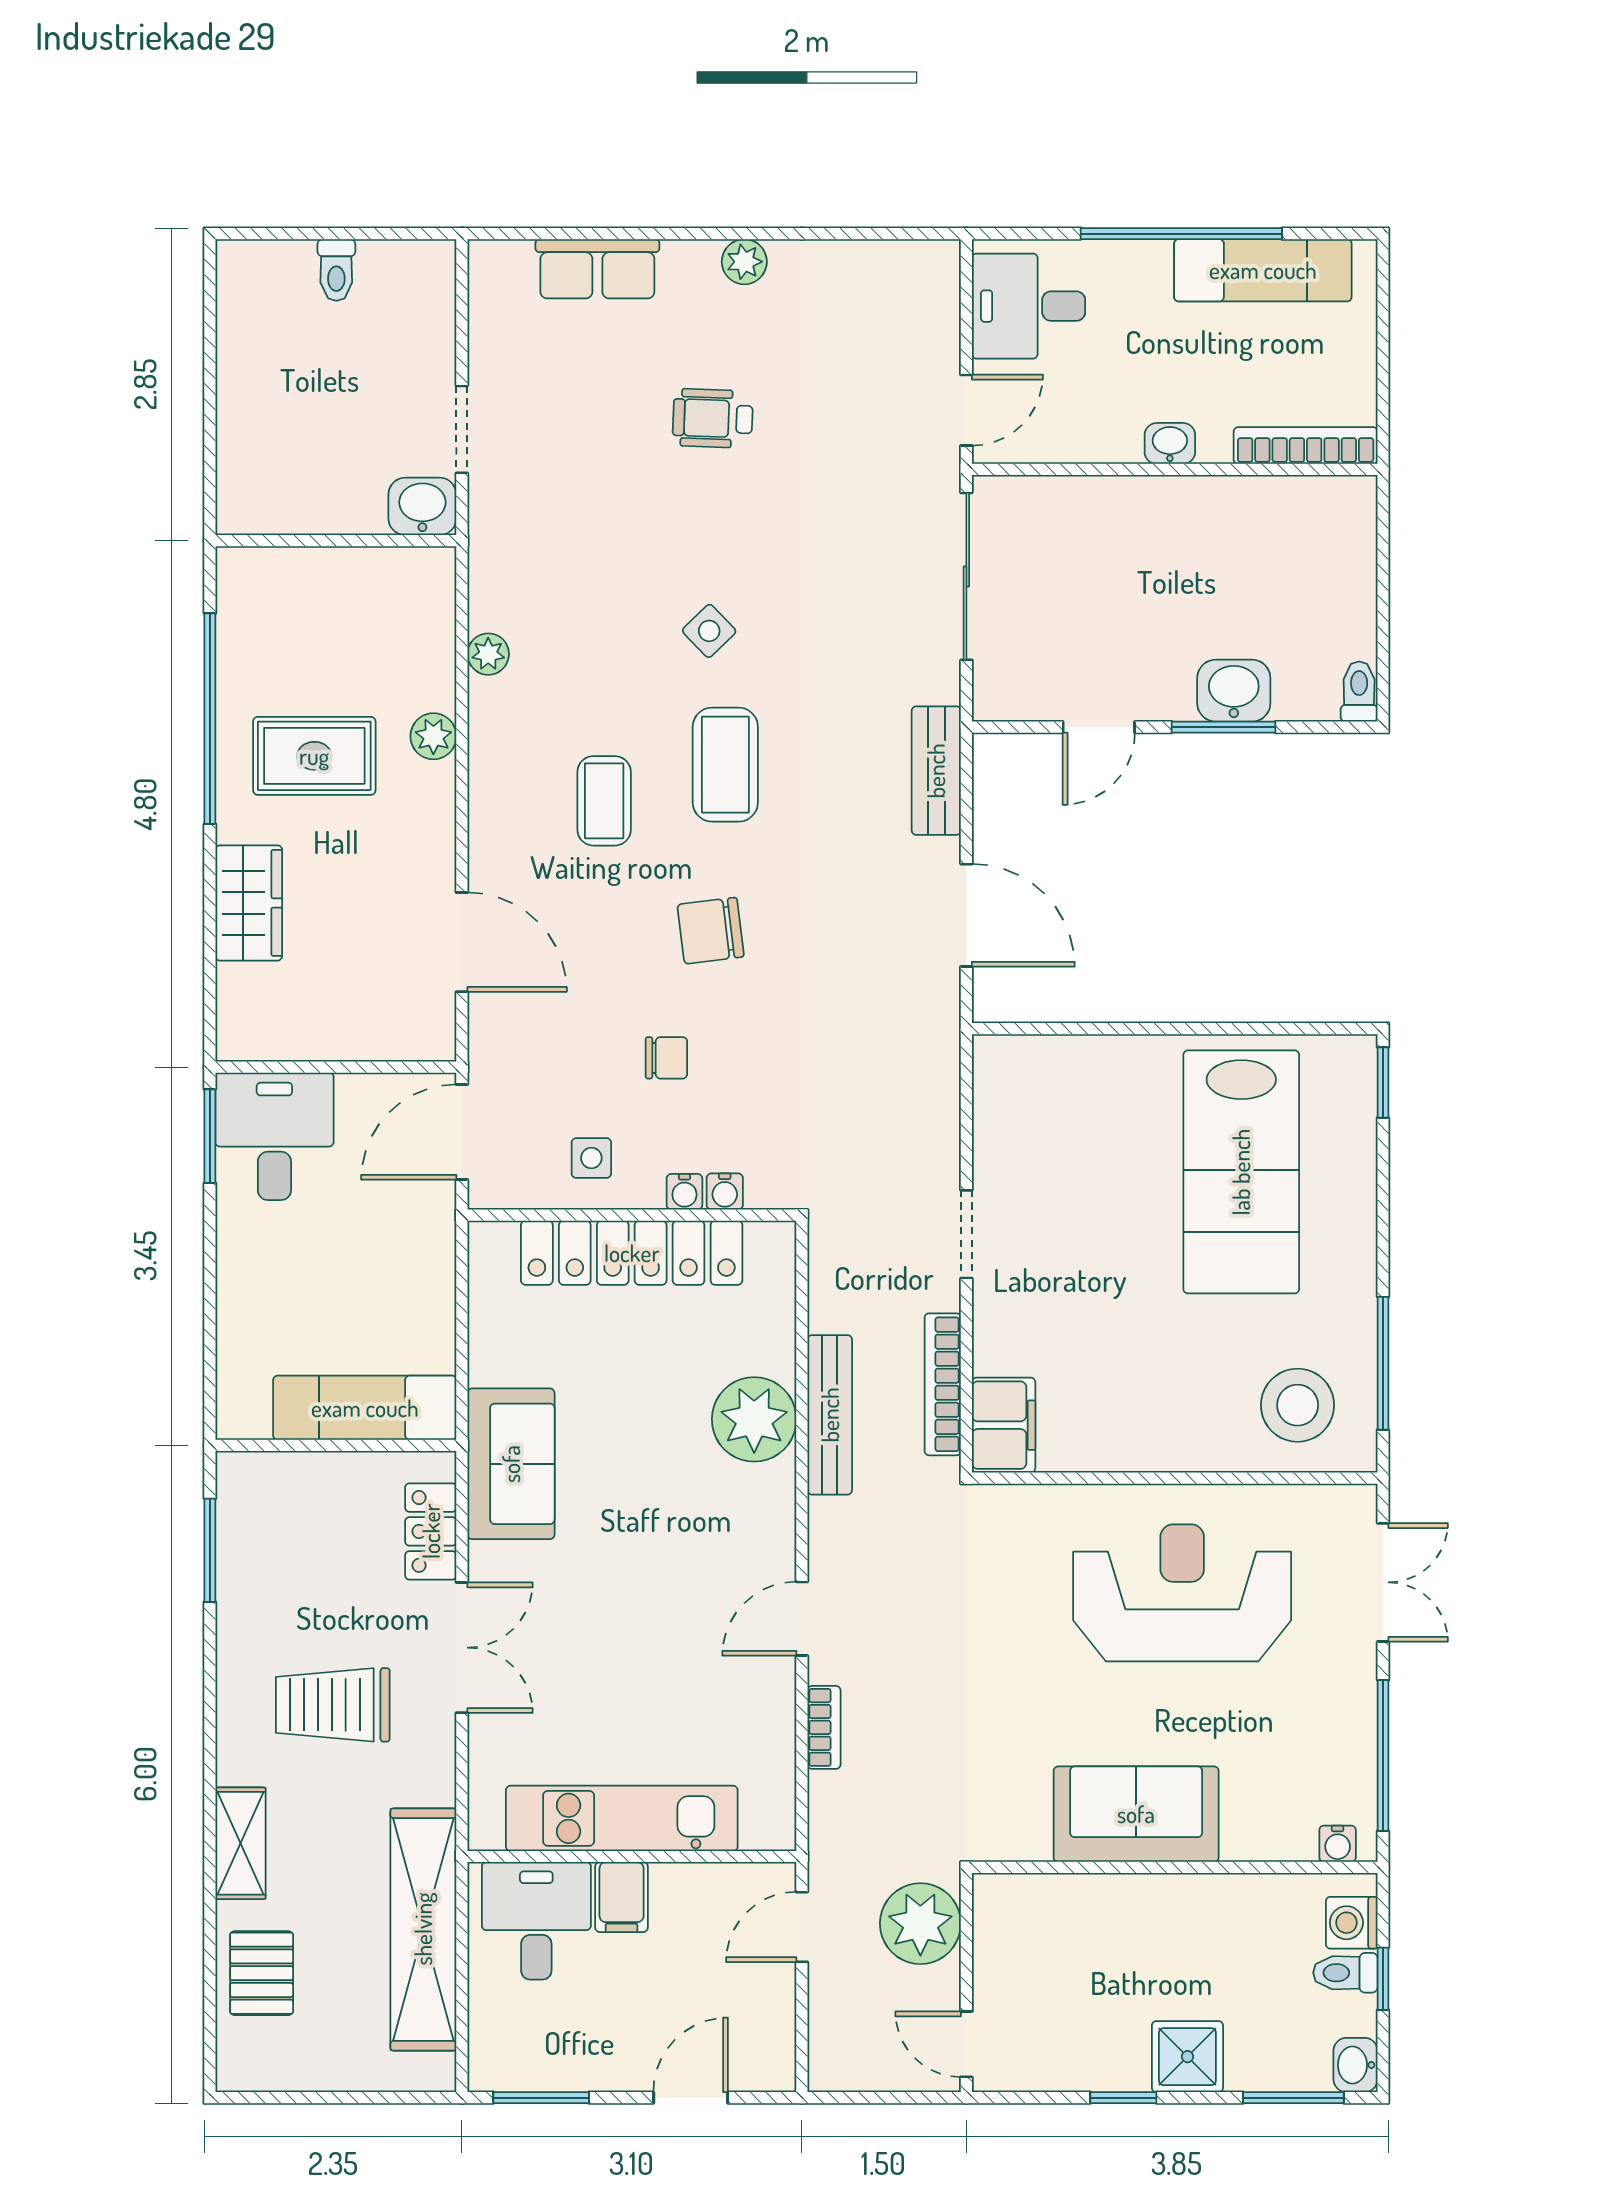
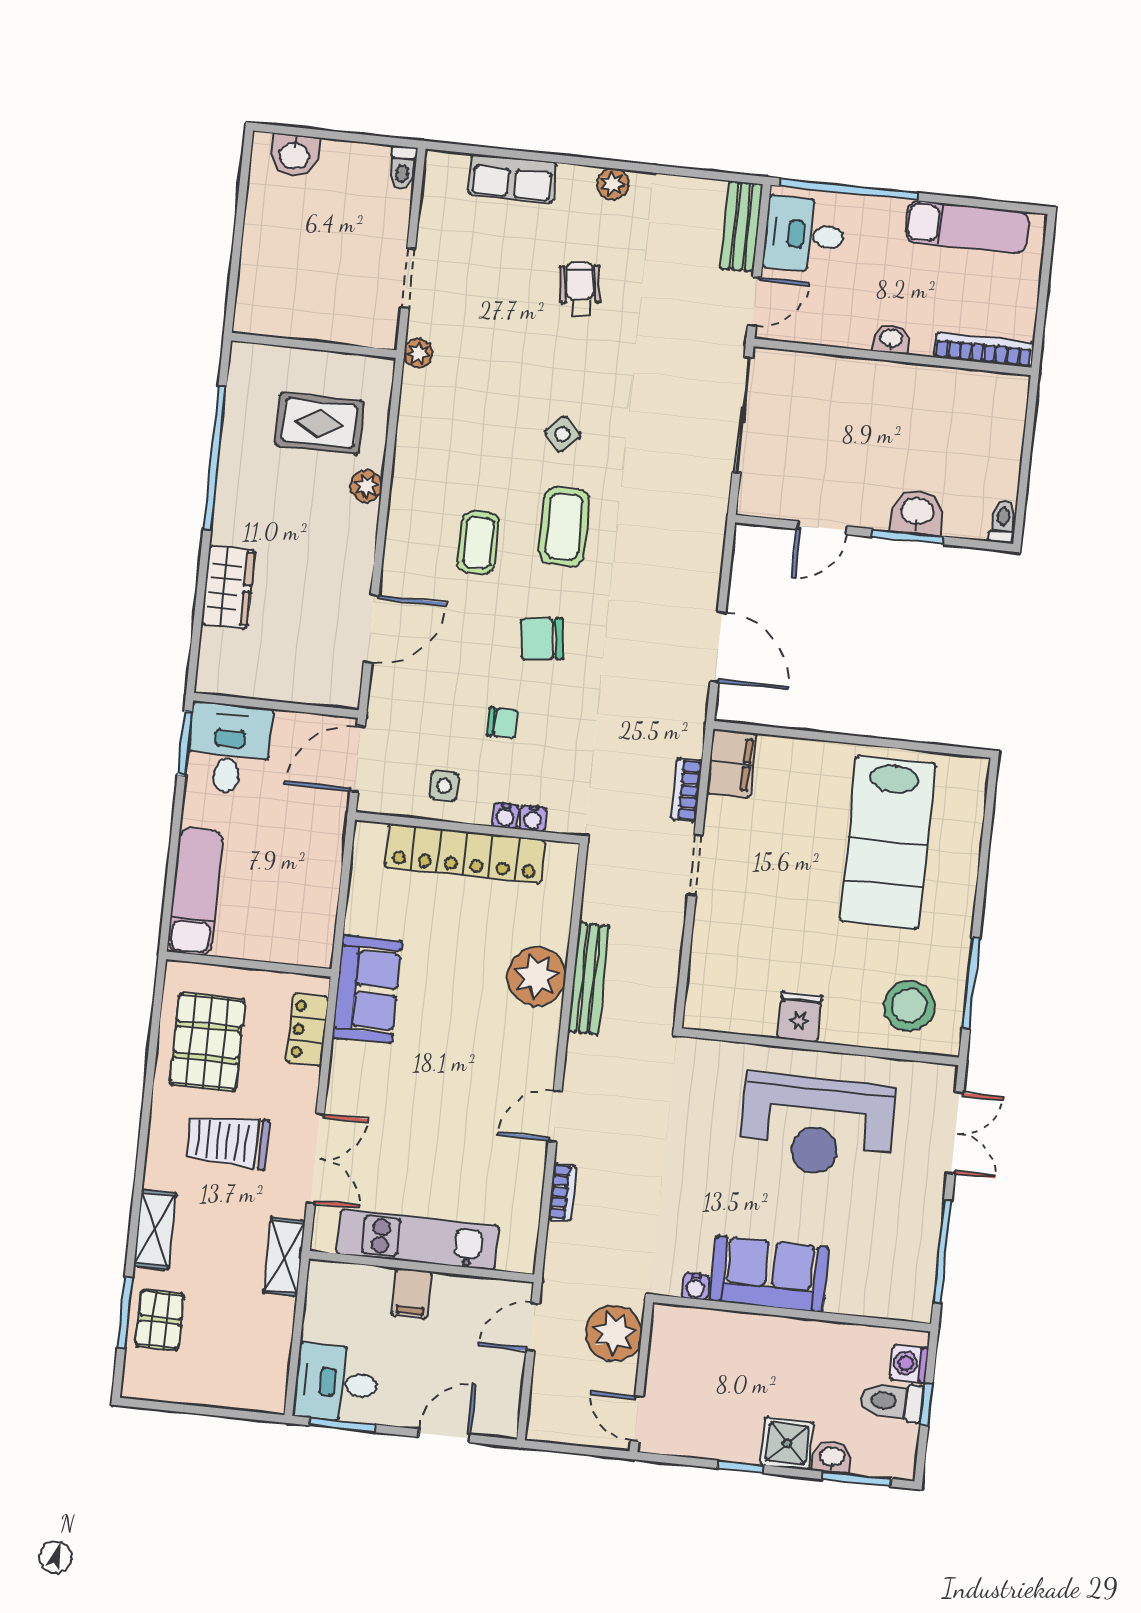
window: (1181, 234) -> (849, 189), moved
toilet: (336, 270) -> (403, 168), moved
wheelchair: (713, 418) -> (580, 289), turned 80
washbasin: (422, 506) -> (294, 155), moved, turned 180
plant: (488, 654) -> (418, 353), moved
rug: (314, 756) -> (320, 423), moved
bench: (936, 771) -> (741, 226), moved
door: (462, 942) -> (371, 629), hinge flipped
window: (1383, 1082) -> (991, 791), removed
bookcase: (943, 1384) -> (687, 790), moved, width x0.64
exam couch: (365, 1408) -> (195, 891), moved, turned 90
filing cabinet: (1004, 1425) -> (731, 763), moved
fridge: (1141, 1438) -> (800, 1017), added
window: (210, 1550) -> (125, 1312), moved
pallet: (288, 1565) -> (207, 1042), added
reception desk: (1182, 1593) -> (817, 1126), turned 180
double door: (462, 1648) -> (315, 1159), moved
water cooler: (1338, 1844) -> (695, 1287), moved
desk: (536, 1921) -> (336, 1383), moved, turned -90
shelving: (423, 1929) -> (284, 1257), width x0.45, depth x0.75
toilet: (1345, 1973) -> (892, 1401), width x1.37, depth x1.39
washbasin: (1356, 2065) -> (832, 1457), moved, turned 90

